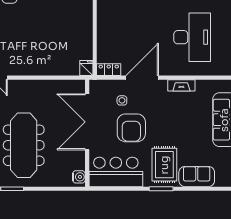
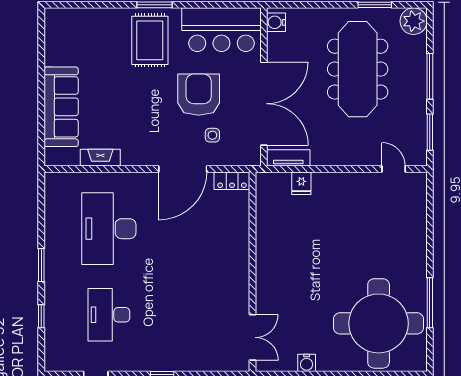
fridge: (86, 68) -> (301, 183), moved
tv unit: (71, 85) -> (288, 158), added
fireplace: (181, 85) -> (100, 158), moved
sofa: (197, 177) -> (102, 23), removed

